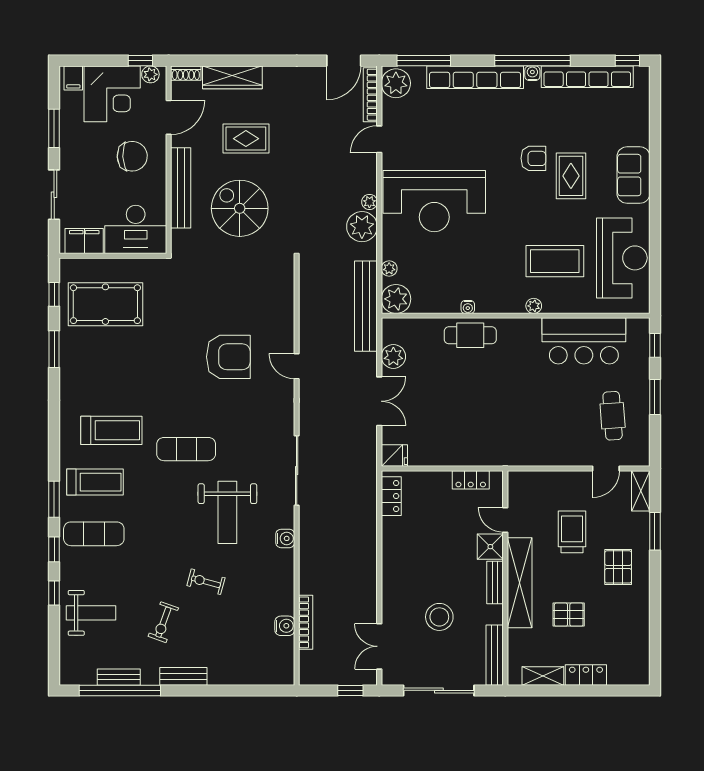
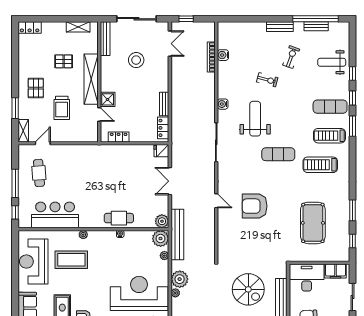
pool table: (105, 304) -> (313, 223), moved, turned 90
plant: (393, 356) -> (162, 221), moved
window: (655, 397) -> (15, 183), width x1.44
bench: (495, 582) -> (164, 104), moved
locker: (586, 675) -> (30, 27), moved

